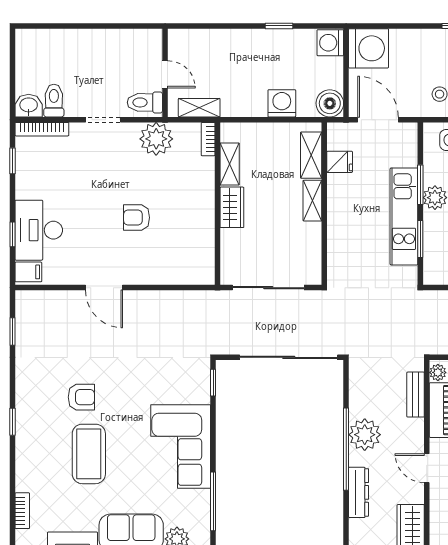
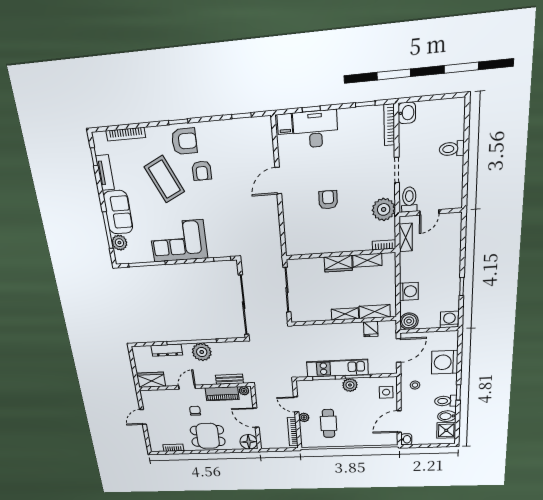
washing machine: (369, 48) -> (445, 362), moved, turned 90
toilet: (54, 101) -> (452, 149), moved, turned 180
armchair: (39, 417) -> (184, 141), added
coffee table: (89, 454) -> (164, 179), turned 65
bookcase: (22, 511) -> (126, 134), width x1.56

